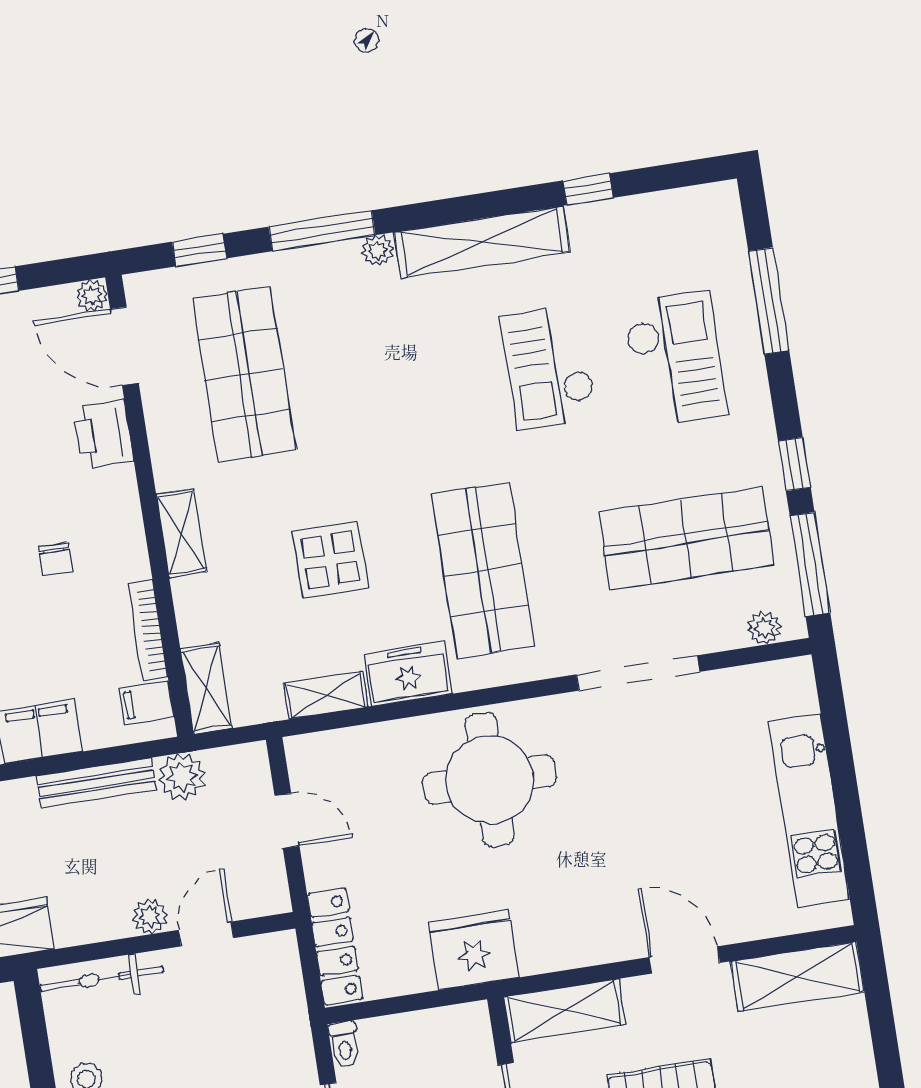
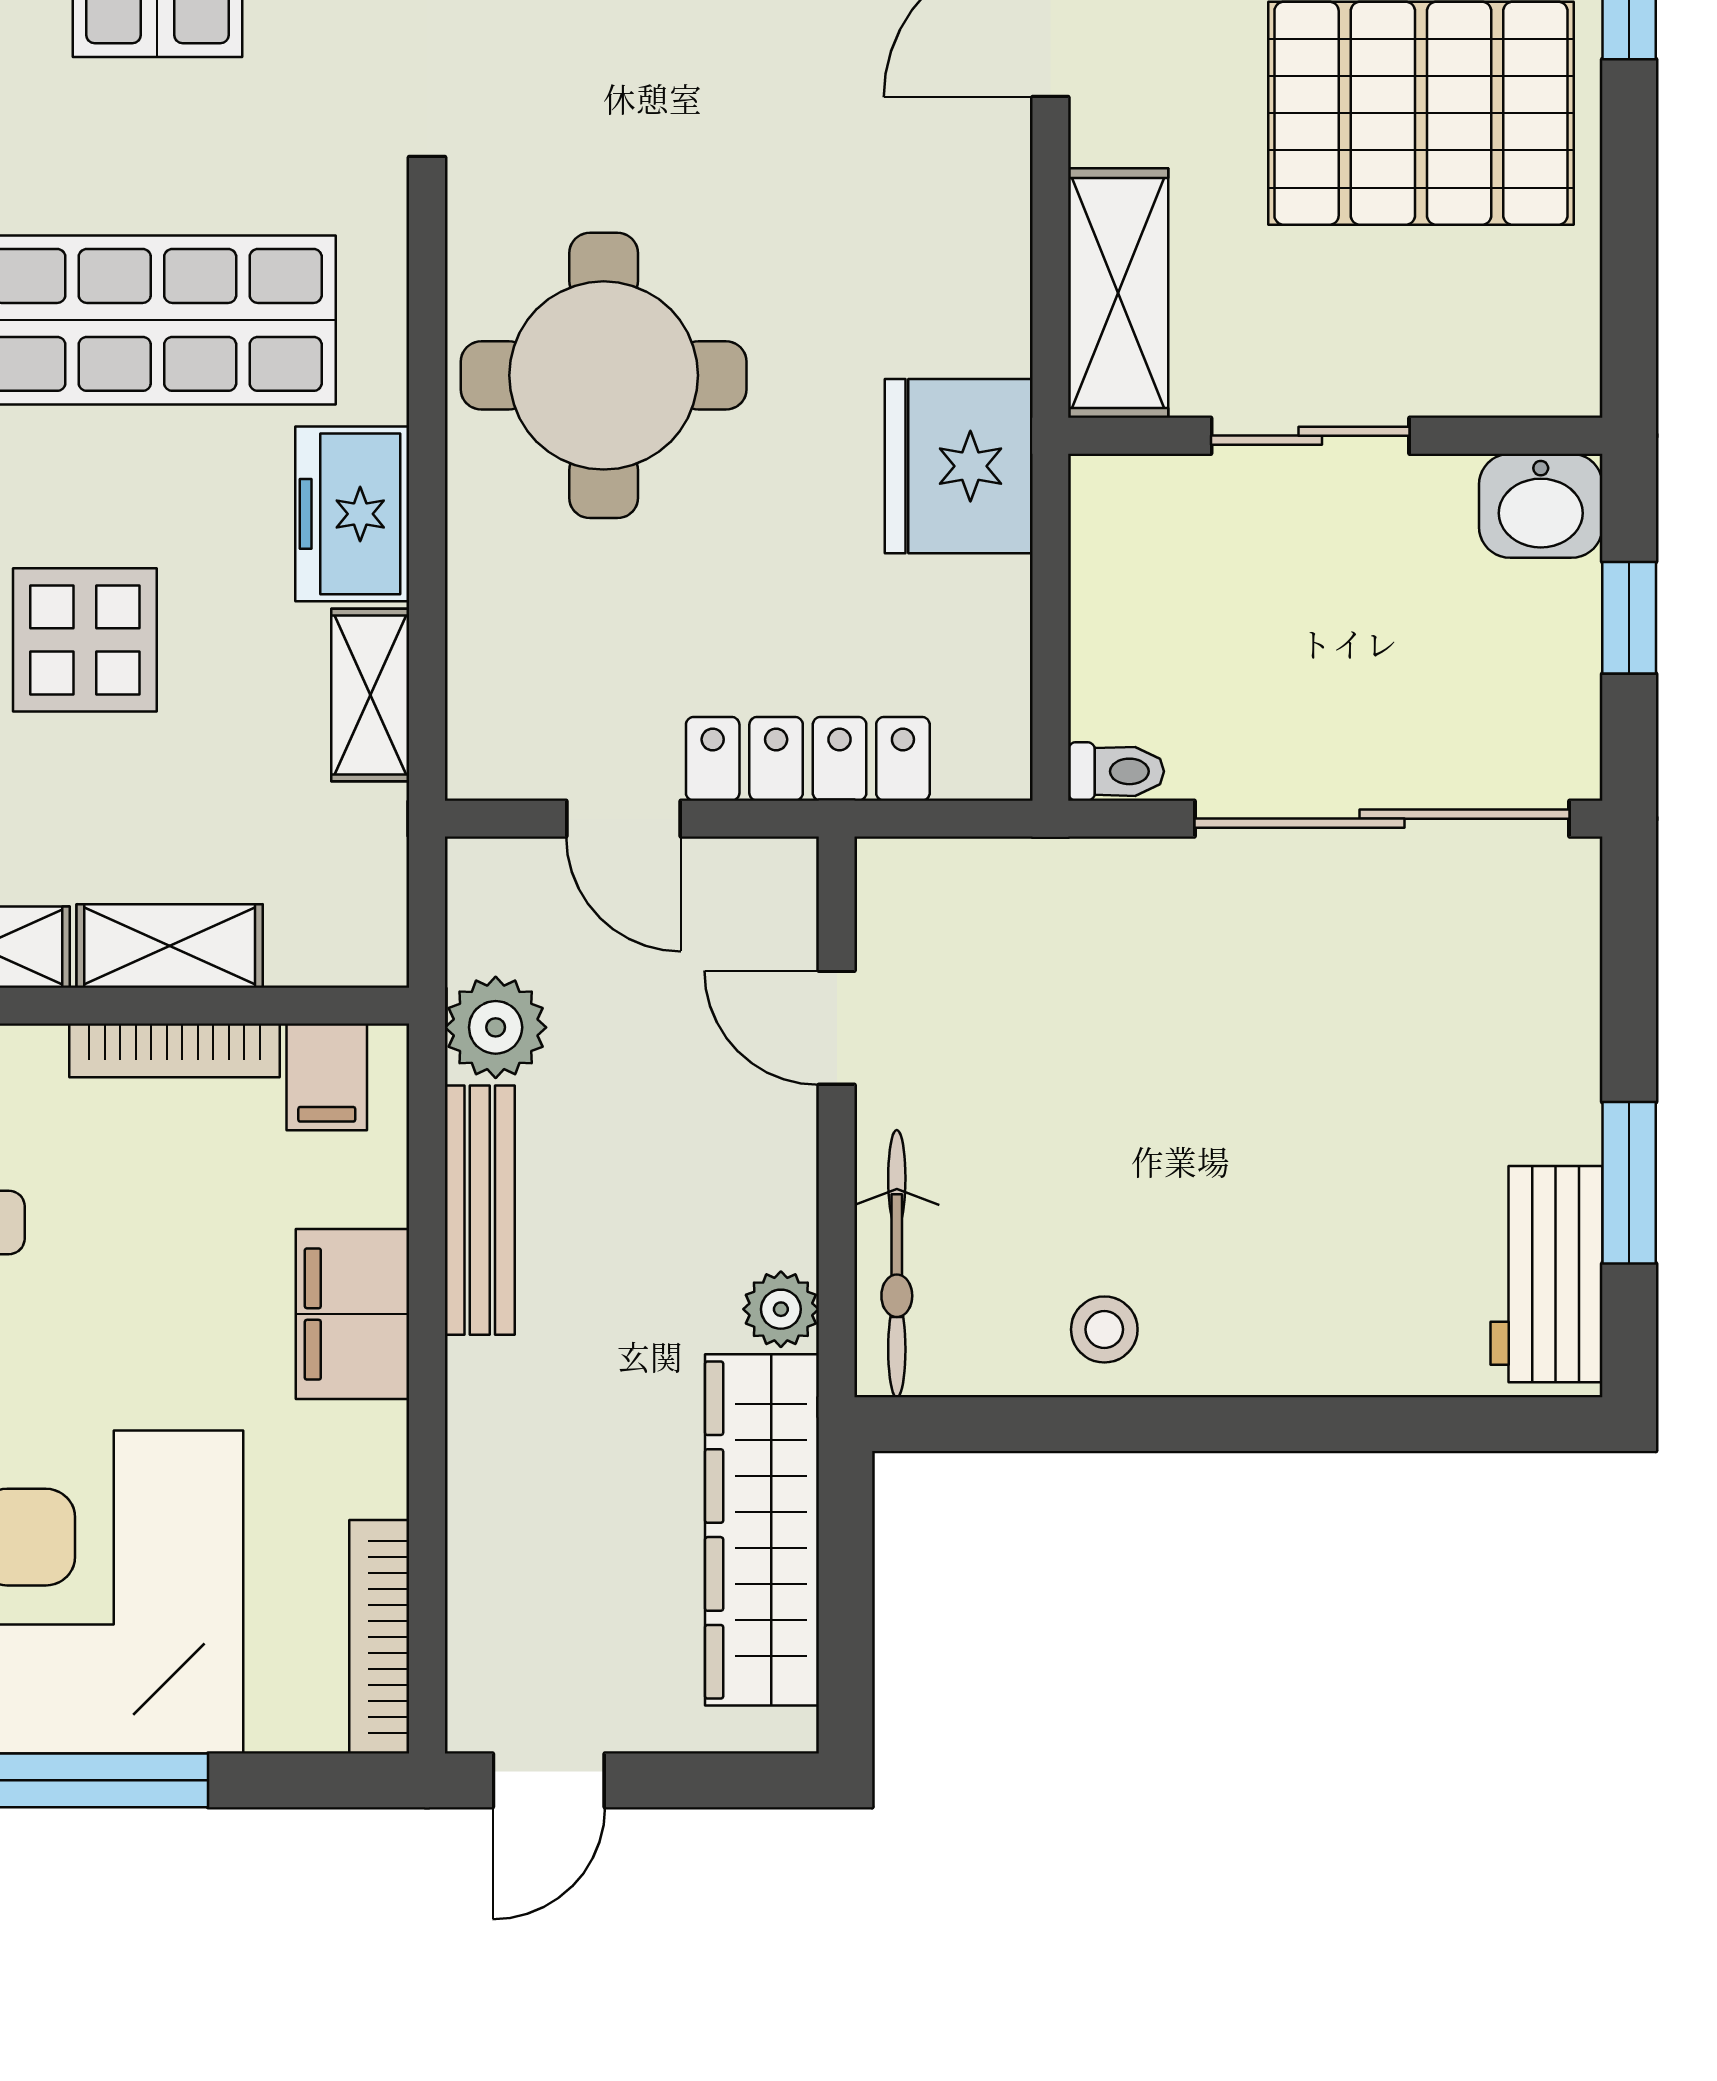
shelving: (206, 688) -> (170, 946), moved
door: (287, 821) -> (623, 819), swing flipped
plant: (150, 916) -> (781, 1309), moved
locker: (335, 946) -> (808, 759), moved

